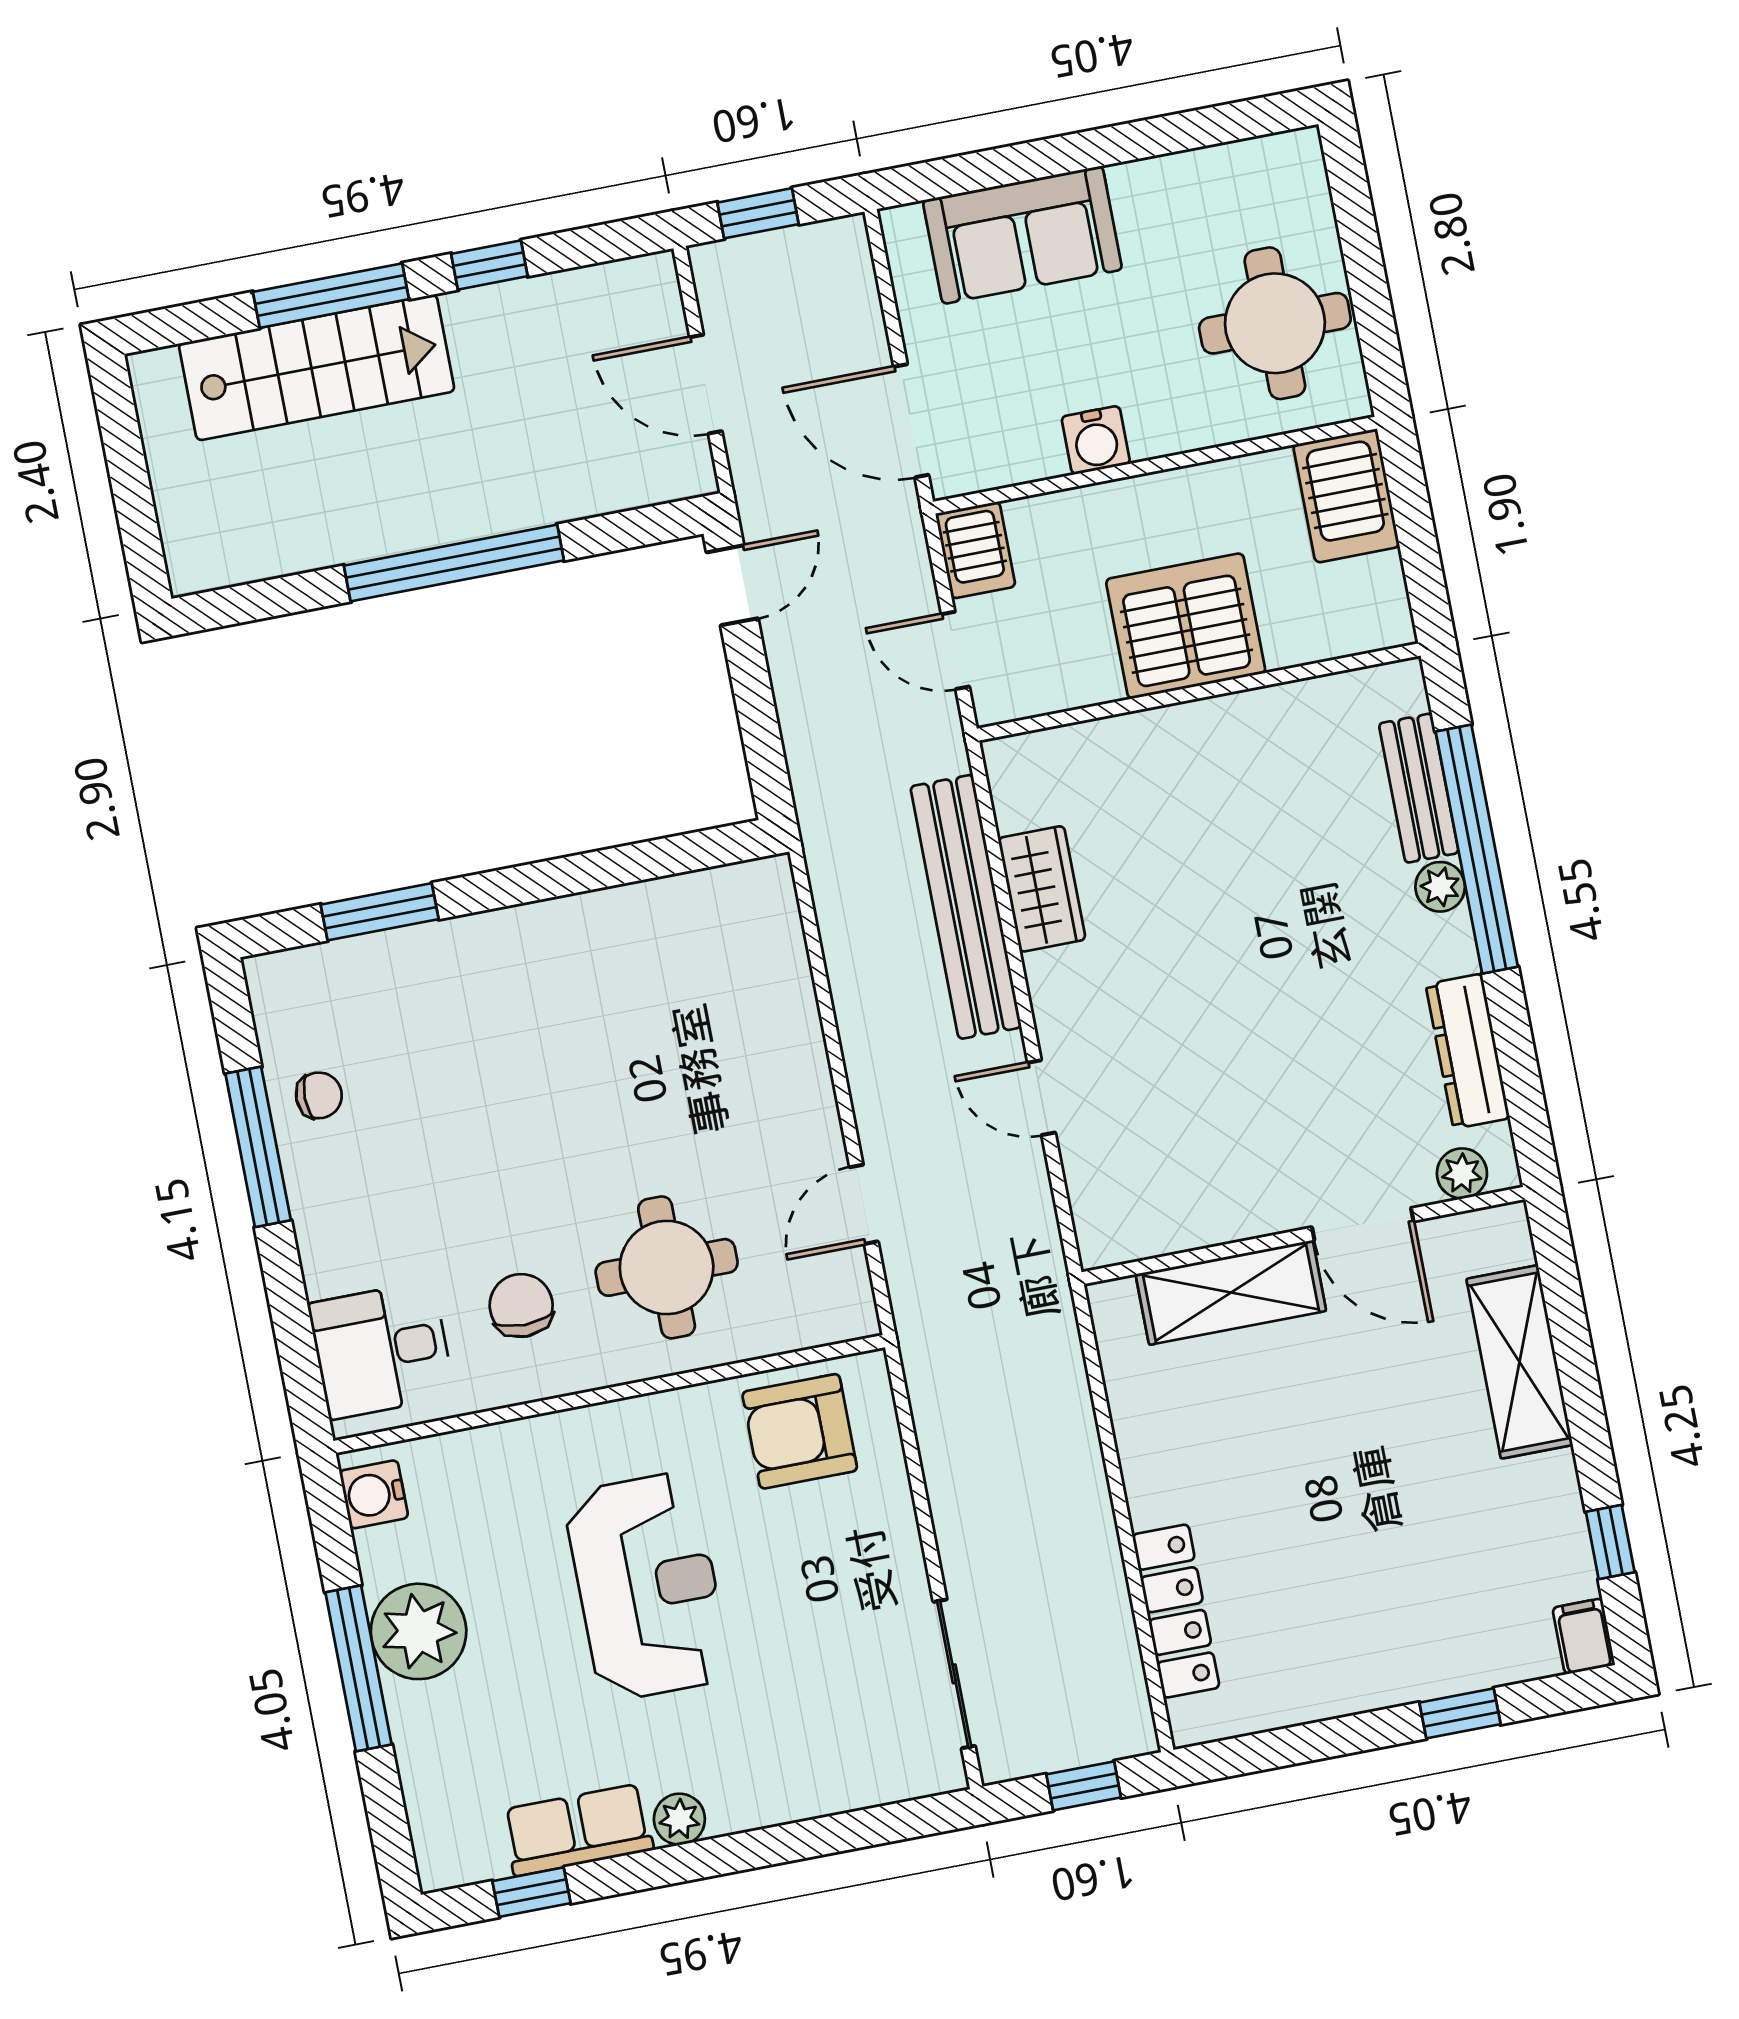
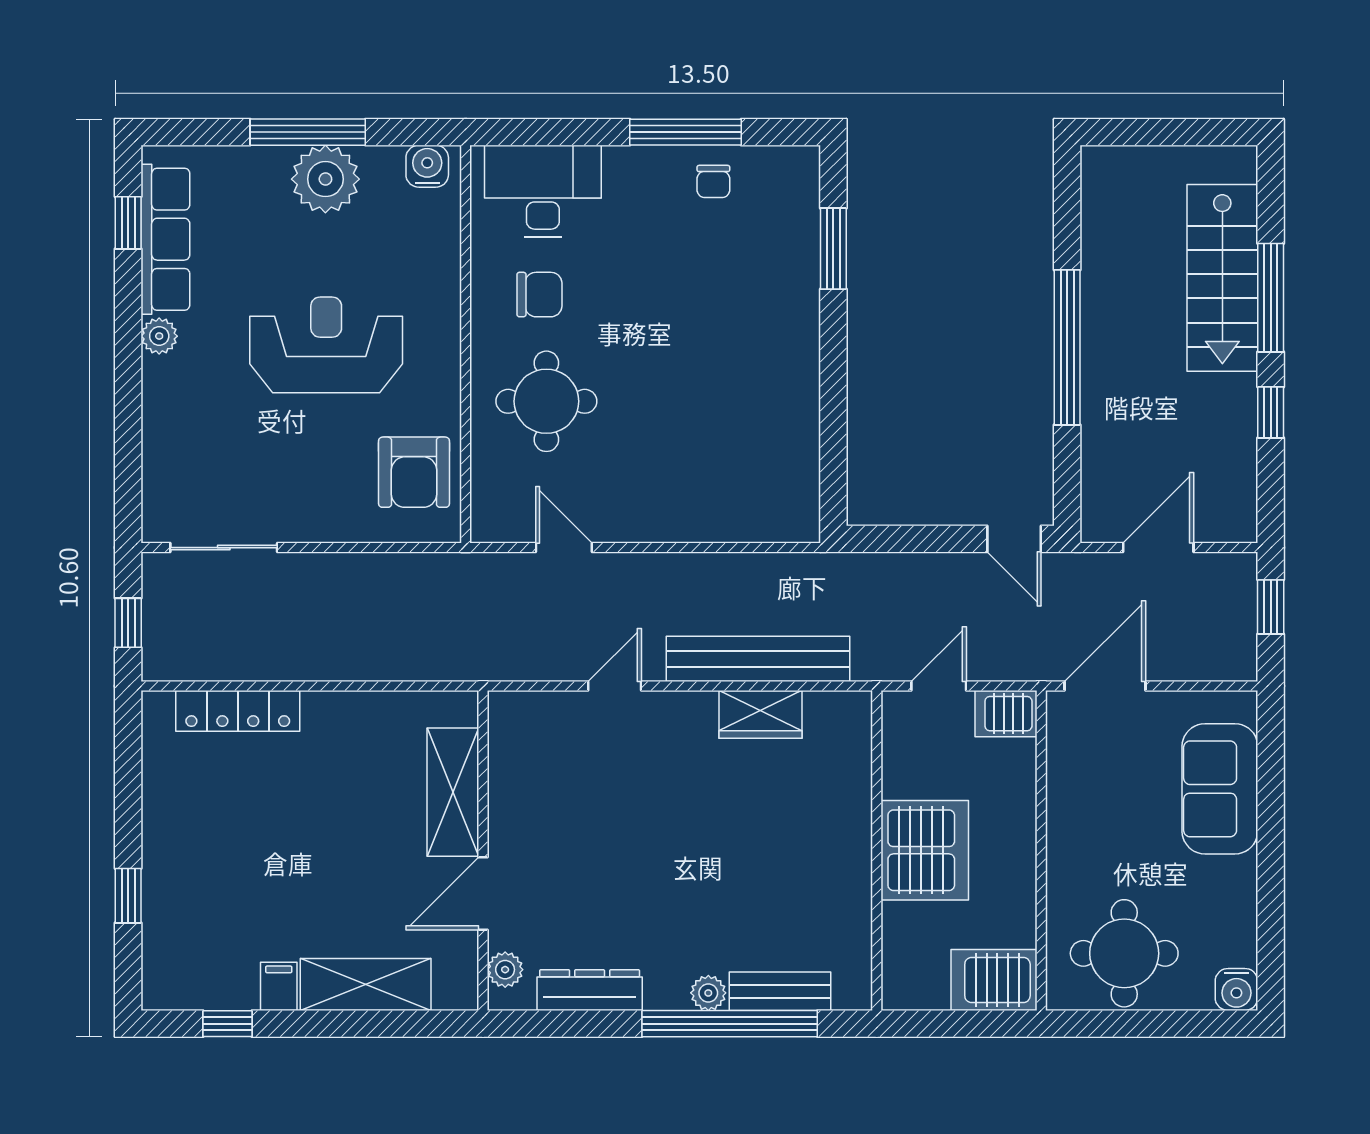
water cooler: (1096, 440) -> (1236, 989), moved, turned -90
desk: (381, 1350) -> (543, 191), width x1.37
armchair: (800, 1431) -> (414, 472), turned 180
reception desk: (647, 1586) -> (326, 345), turned 180
filing cabinet: (1584, 1636) -> (279, 986), moved, turned -90
row of seats: (578, 1830) -> (165, 239), width x1.48

